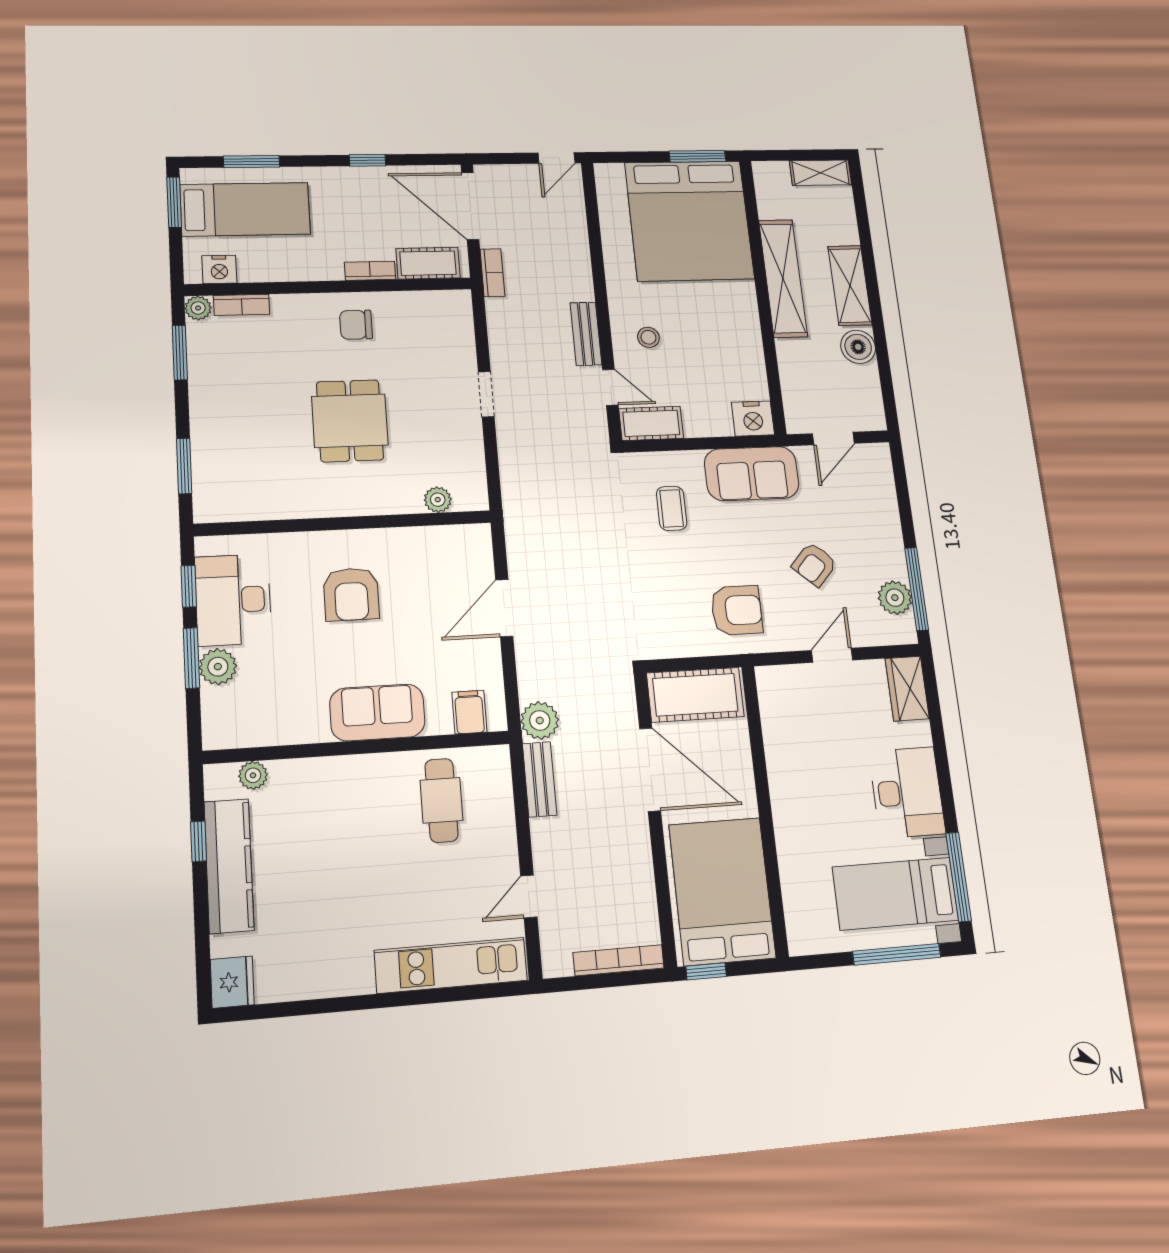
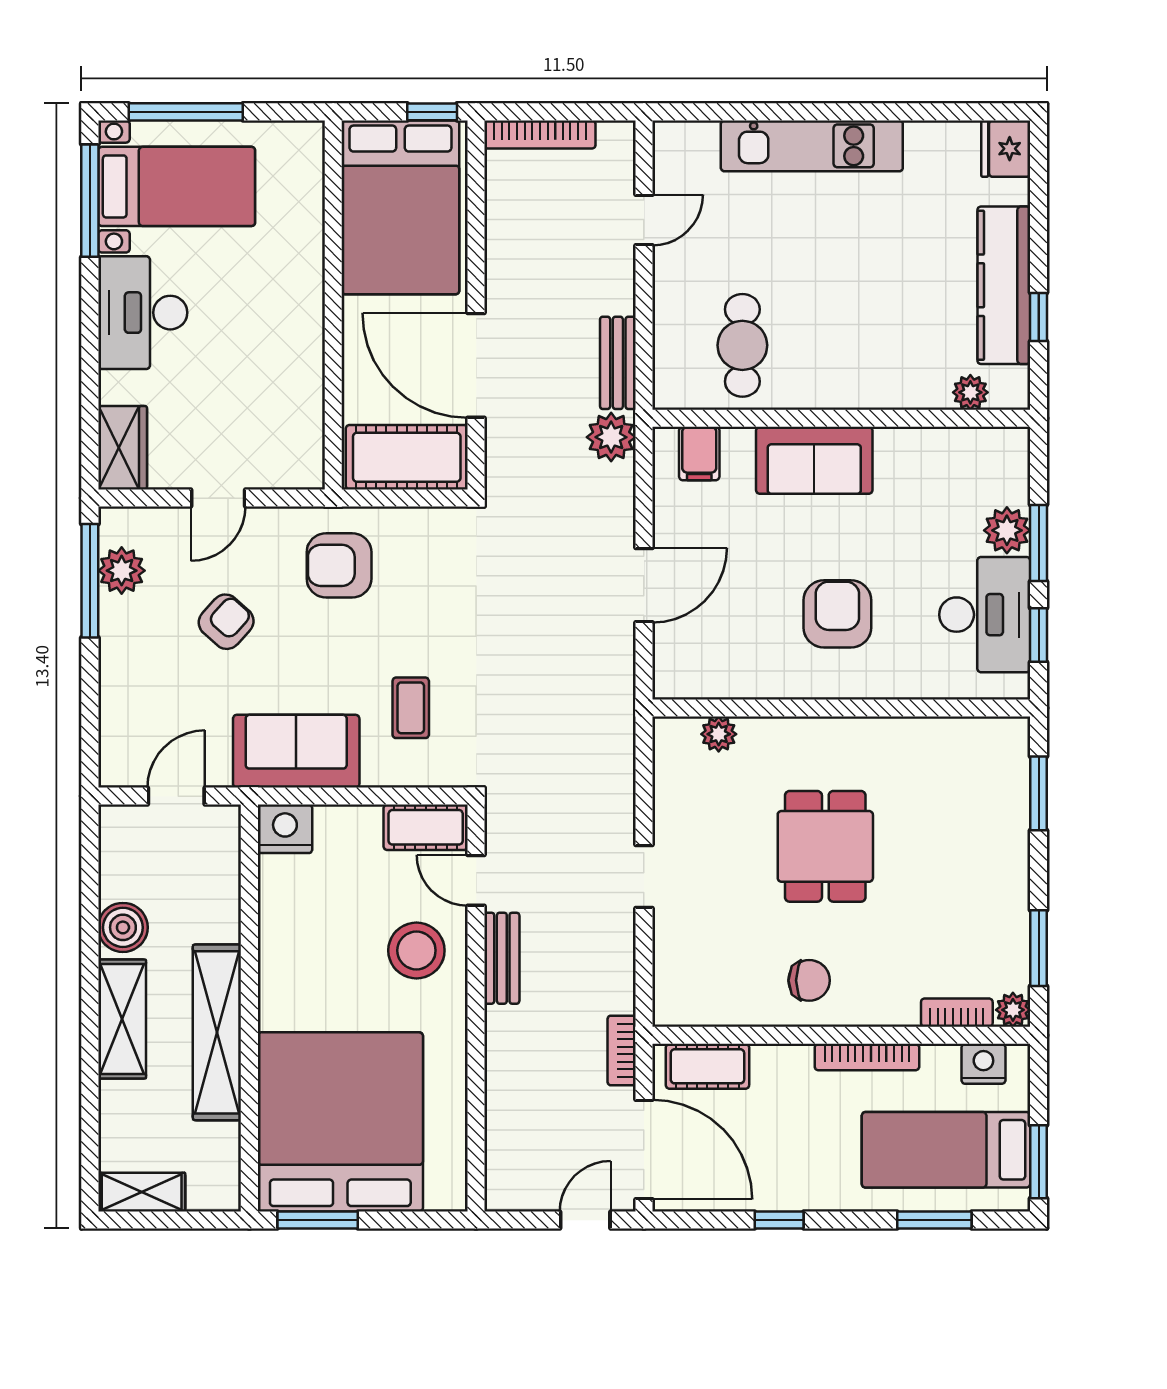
door: (556, 158) -> (585, 1220), moved
bookcase: (370, 271) -> (867, 1057), moved, width x1.56
stool: (648, 337) -> (416, 950), width x1.89, depth x1.89
kitchen unit: (451, 965) -> (812, 146), moved

